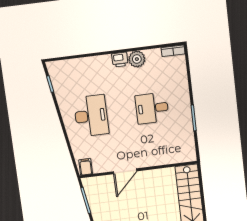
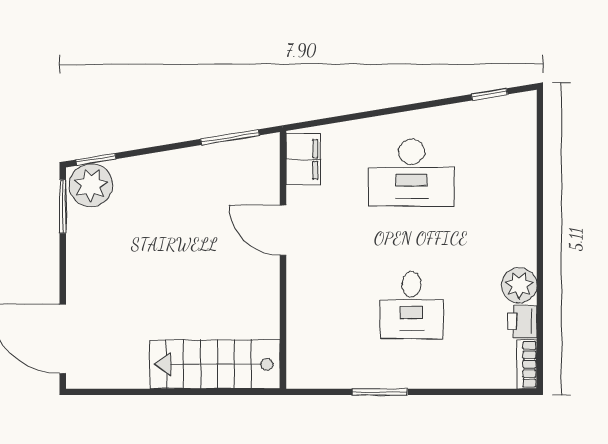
printer: (120, 60) -> (522, 321), moved
desk: (152, 108) -> (411, 305), turned 180
filing cabinet: (86, 167) -> (303, 159), width x2.00

